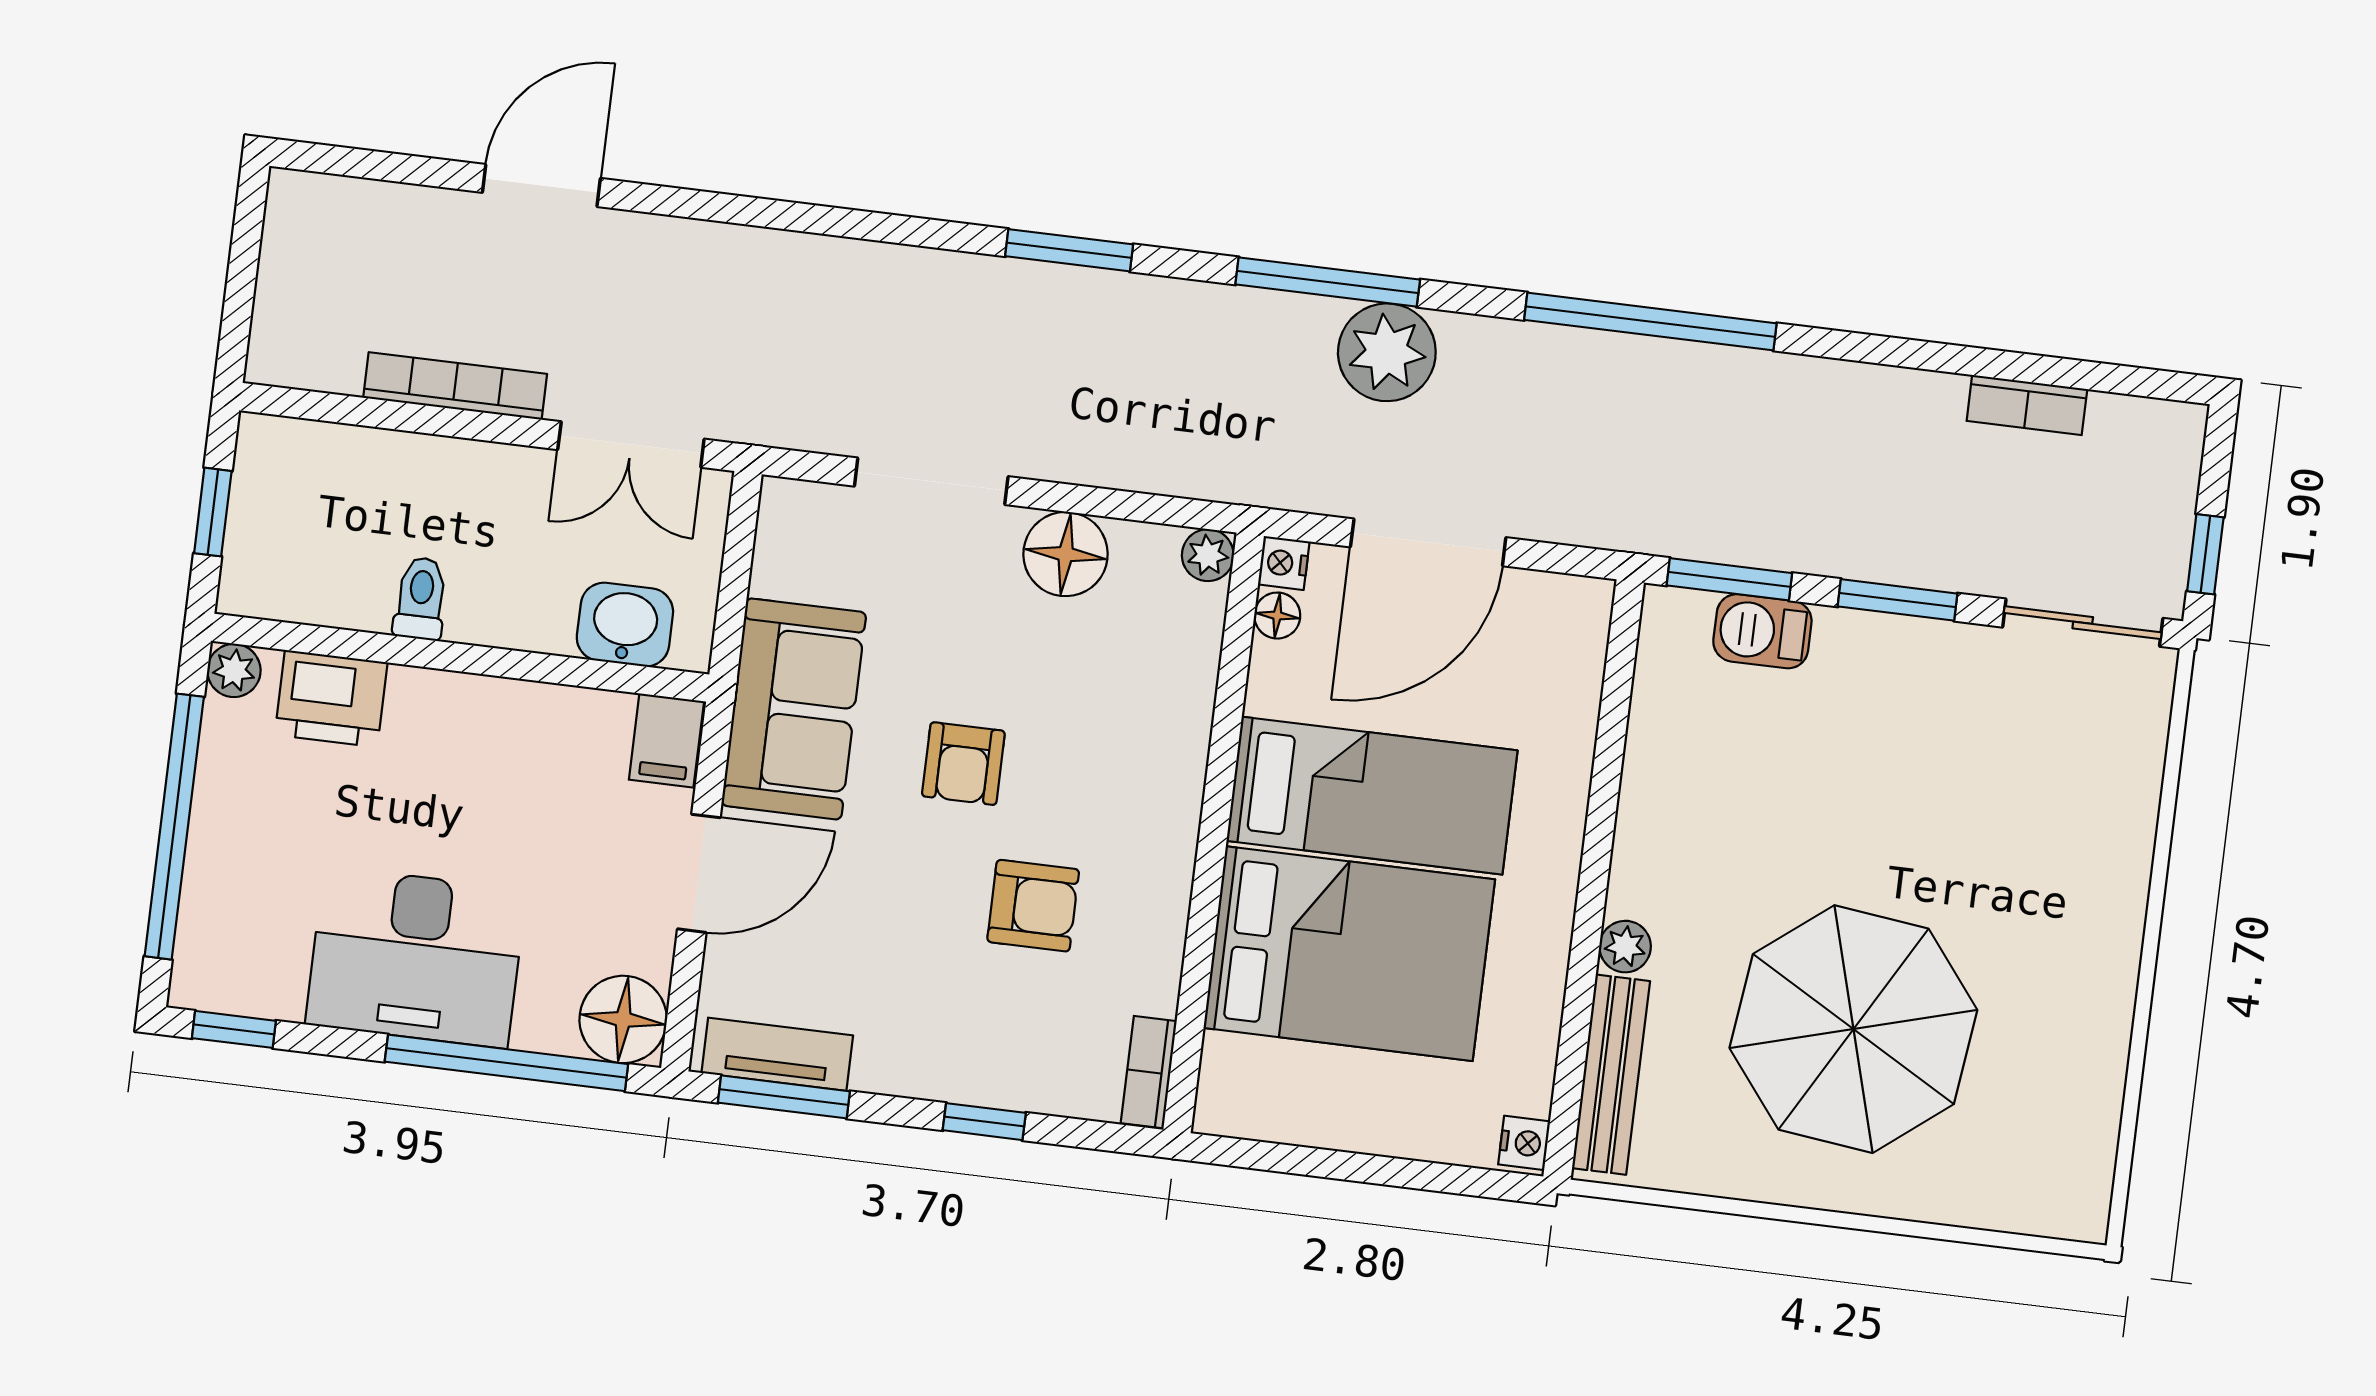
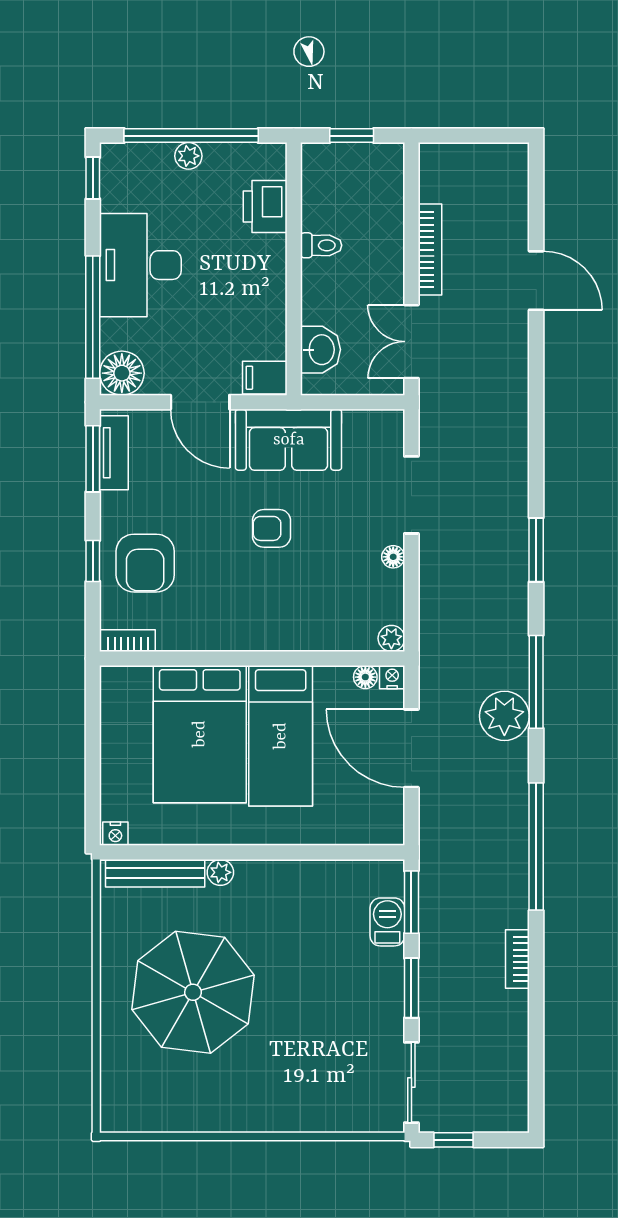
bookcase: (2027, 405) -> (517, 959), moved
floor lamp: (1066, 554) -> (393, 557), width x0.53, depth x0.53
plant: (234, 670) -> (188, 156), moved
armchair: (1033, 906) -> (145, 563), moved, width x1.38, depth x1.38

